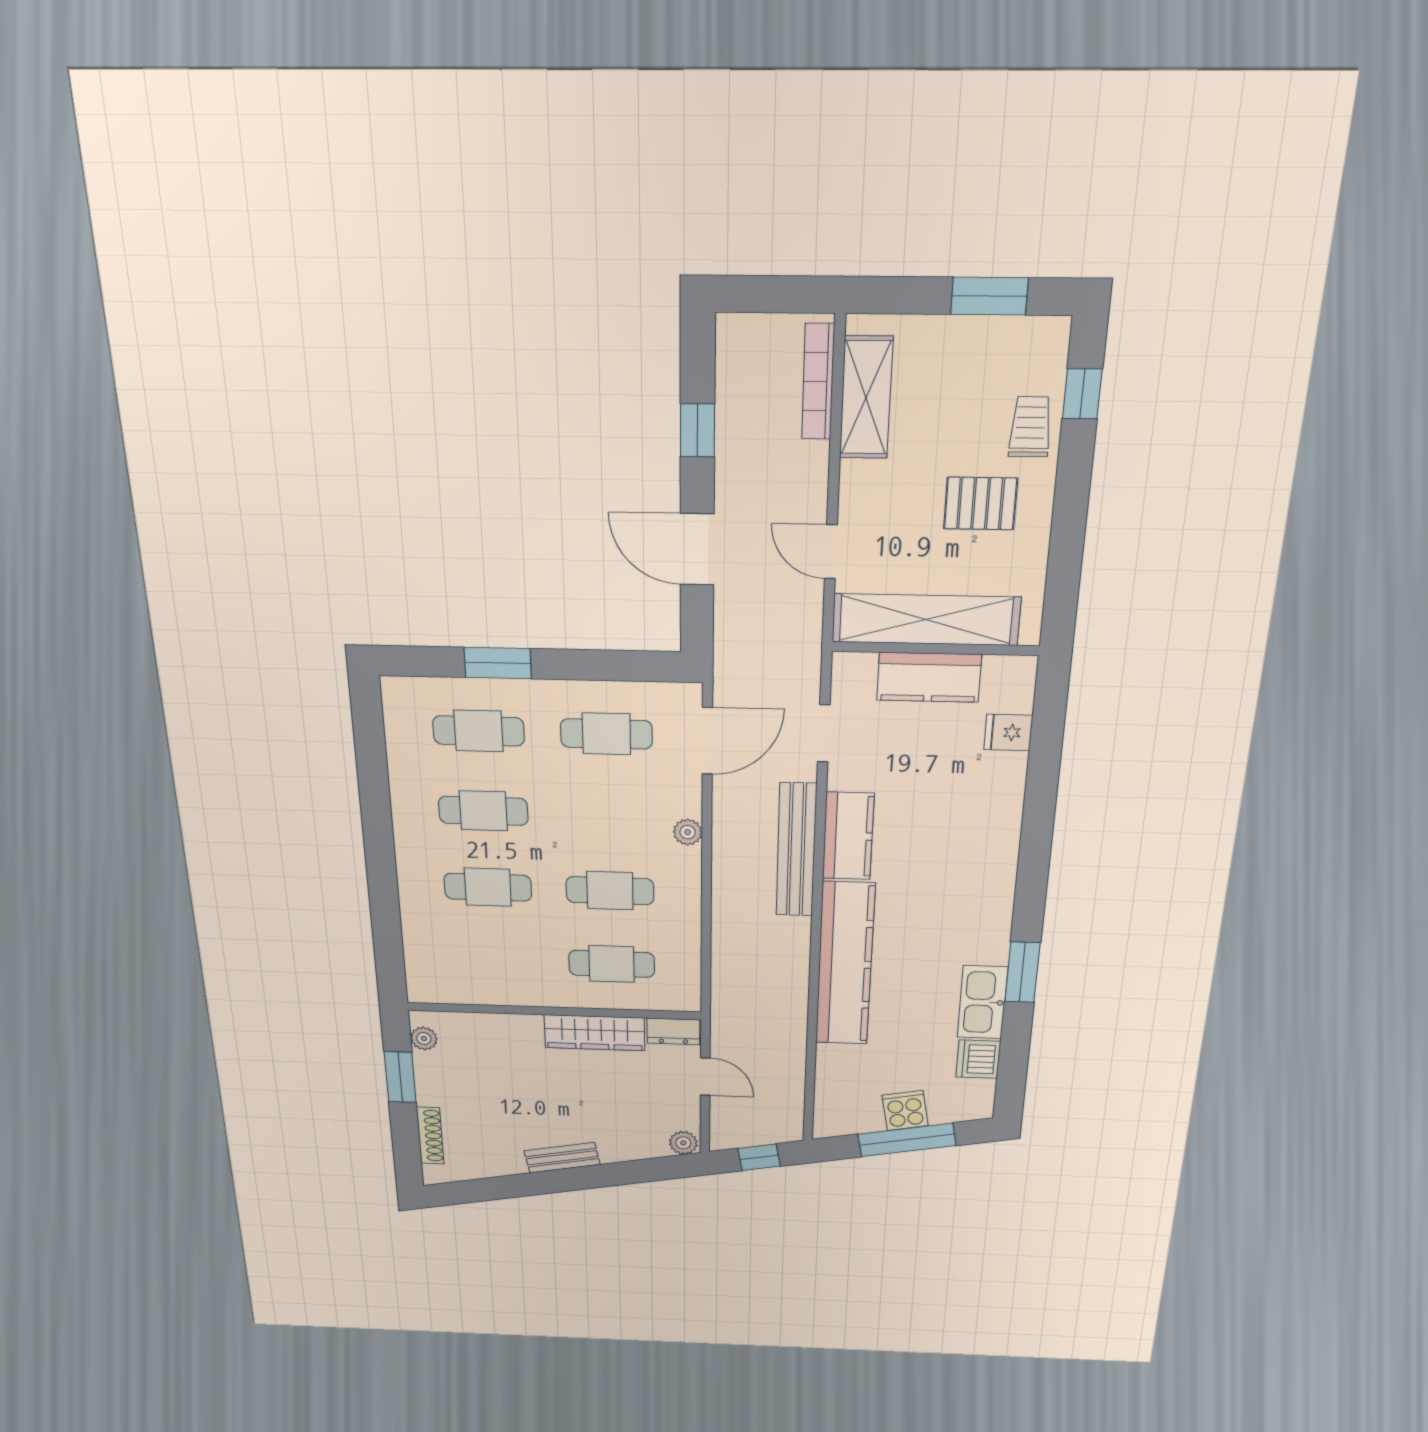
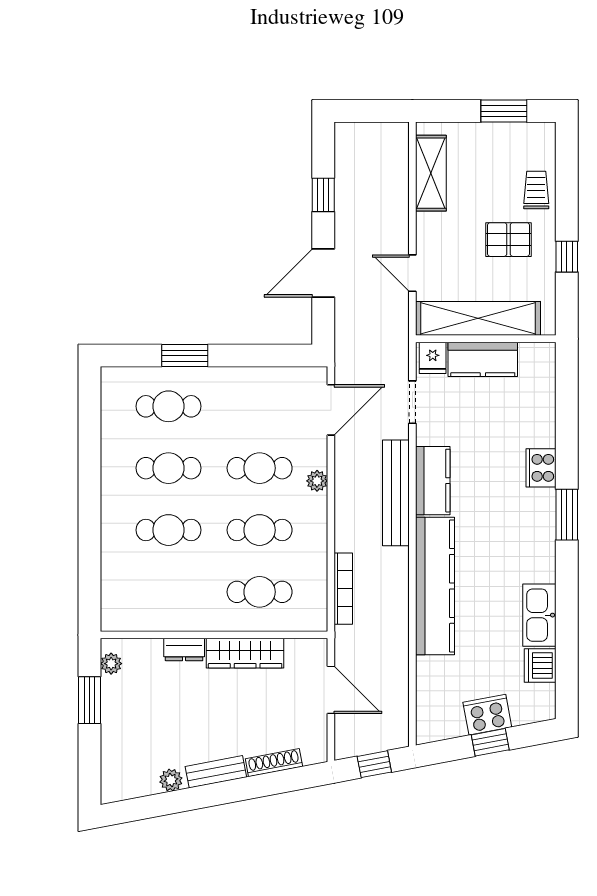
bookcase: (818, 382) -> (343, 589), moved, turned 180
window: (1082, 394) -> (567, 257), moved
door: (697, 549) -> (323, 273), hinge flipped
fridge: (1008, 732) -> (433, 358), moved, turned -90
cafe table: (606, 734) -> (260, 468), moved
cooker: (1001, 824) -> (541, 468), added
window: (1022, 972) -> (567, 515), moved
dresser: (673, 1031) -> (184, 650), moved
door: (705, 1077) -> (331, 690), width x1.38
cooker: (905, 1110) -> (487, 715), width x1.36
shoe rack: (430, 1136) -> (274, 763), moved, turned -101
window: (907, 1140) -> (490, 742), width x0.46
plant: (683, 1143) -> (171, 780), moved

